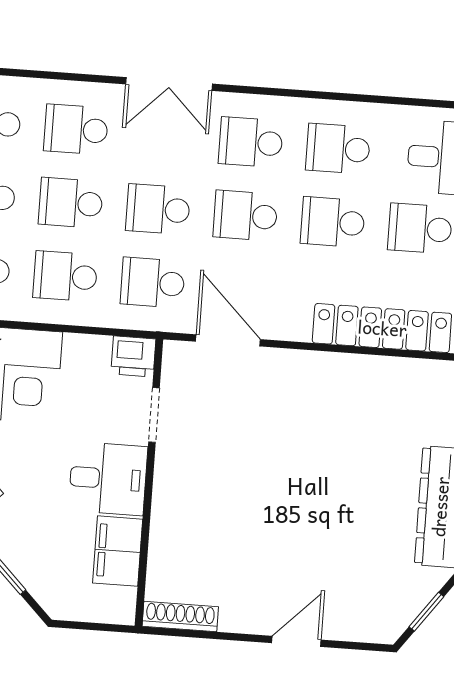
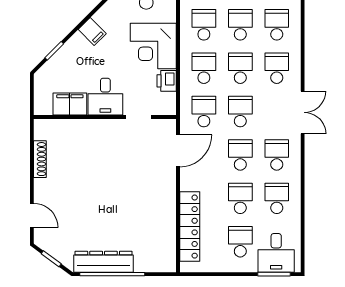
double door: (169, 84) -> (303, 112), swing flipped
printer: (133, 356) -> (167, 81), moved
shoe rack: (180, 616) -> (40, 159), moved
door: (296, 641) -> (32, 215), moved

